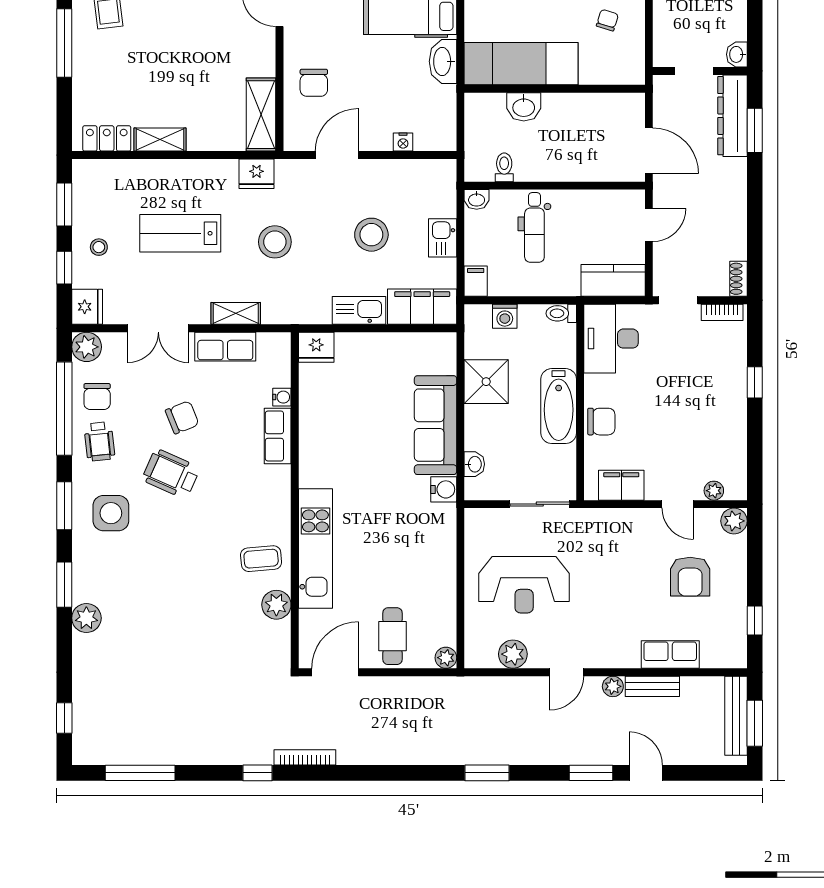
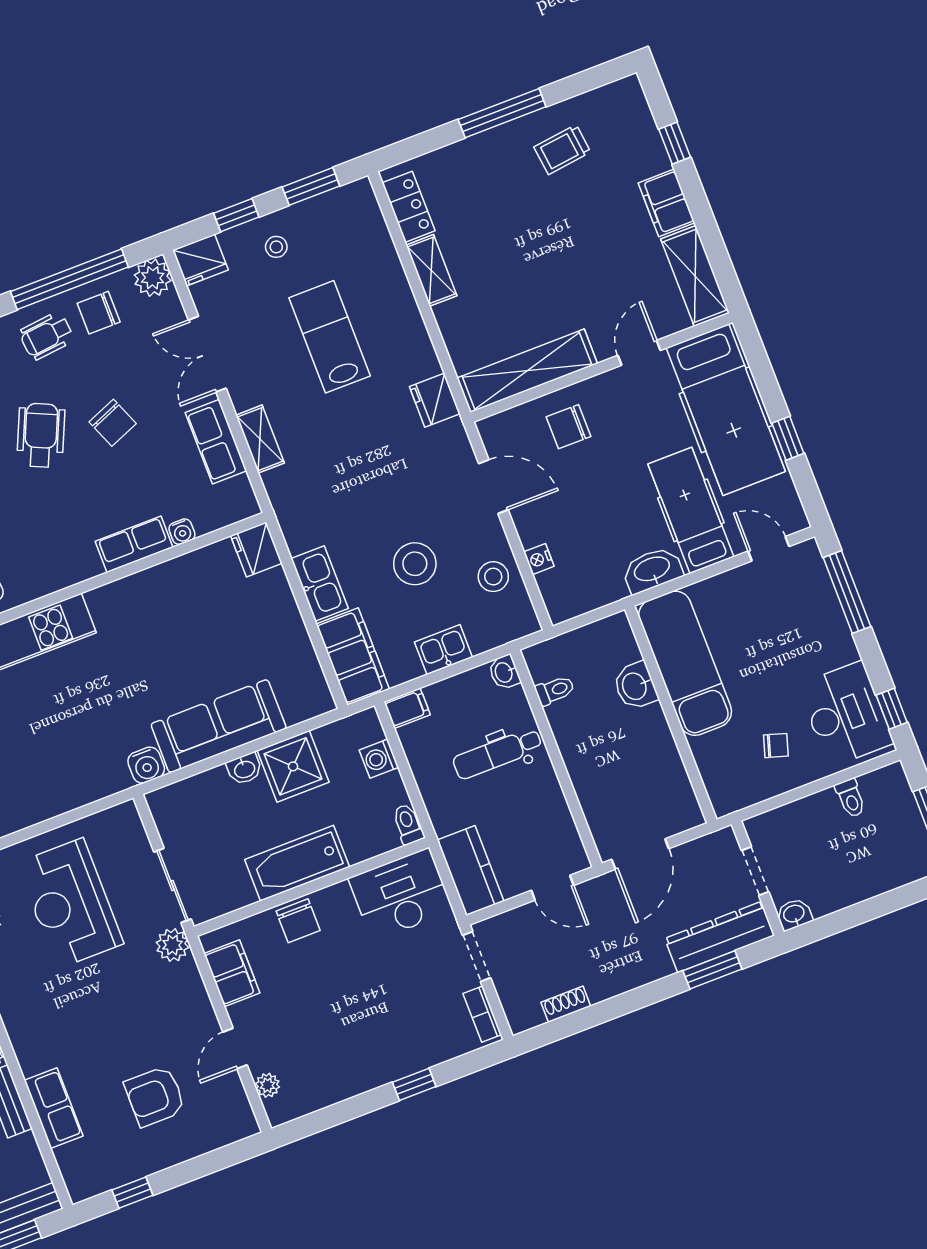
shelving: (261, 115) -> (527, 371), width x1.47
stool: (275, 242) -> (493, 577), moved, width x0.73, depth x0.73
shoe rack: (738, 279) -> (566, 1004), moved
washbasin: (474, 464) -> (244, 769), moved
plant: (734, 521) -> (172, 945), moved

